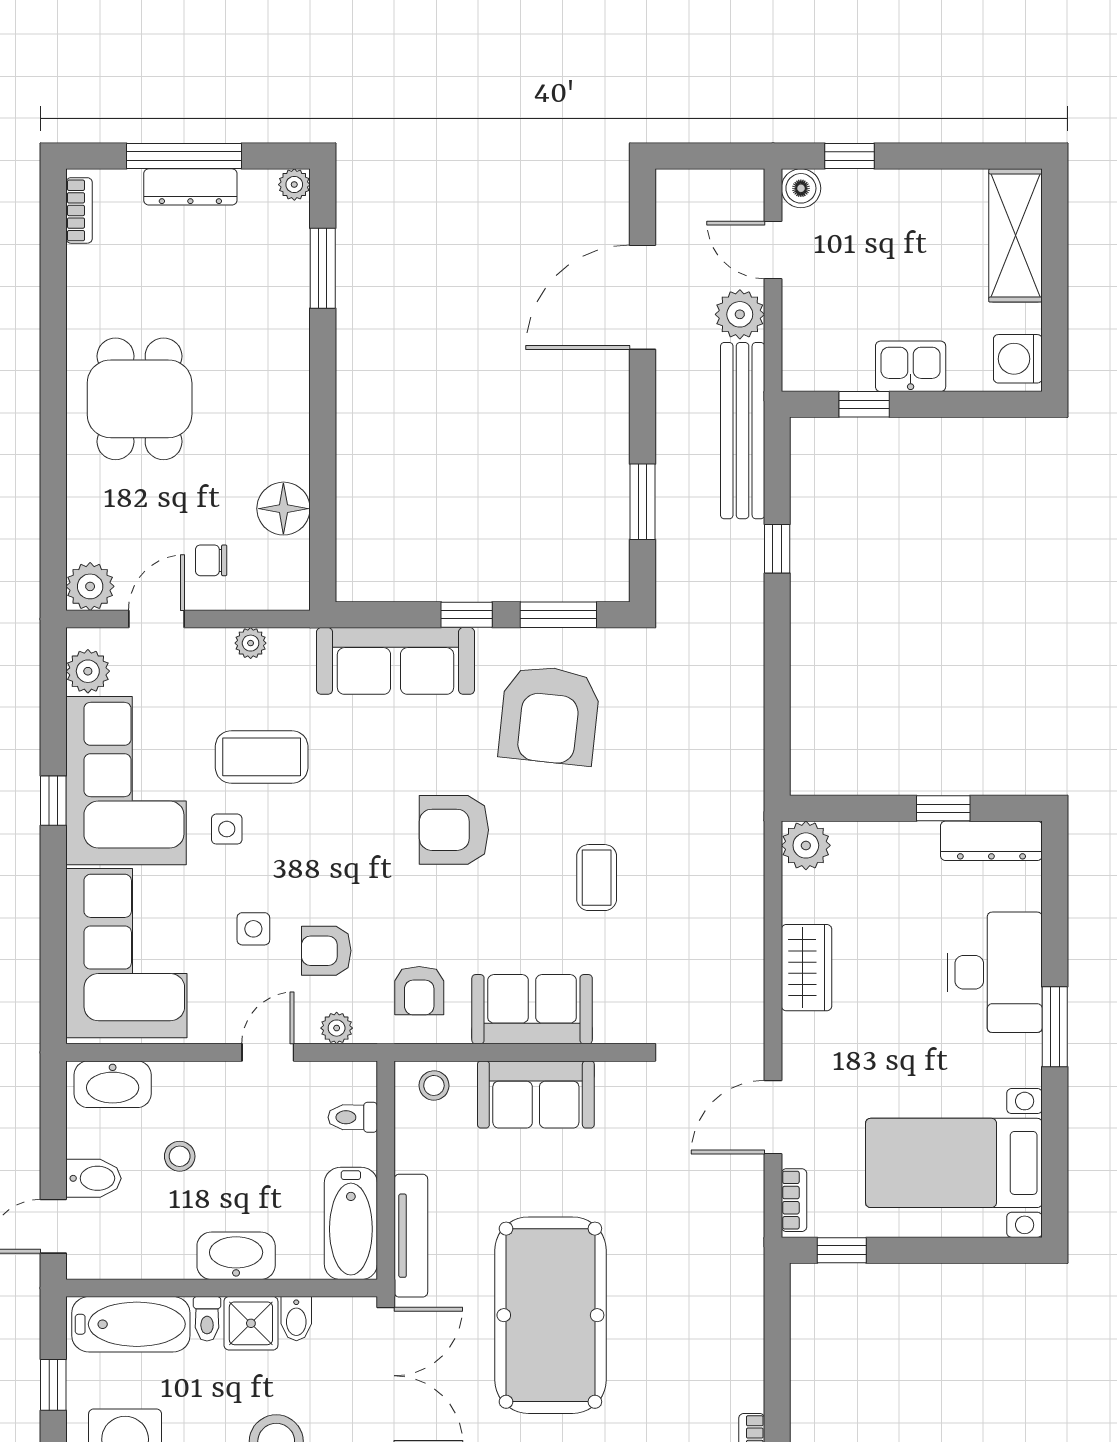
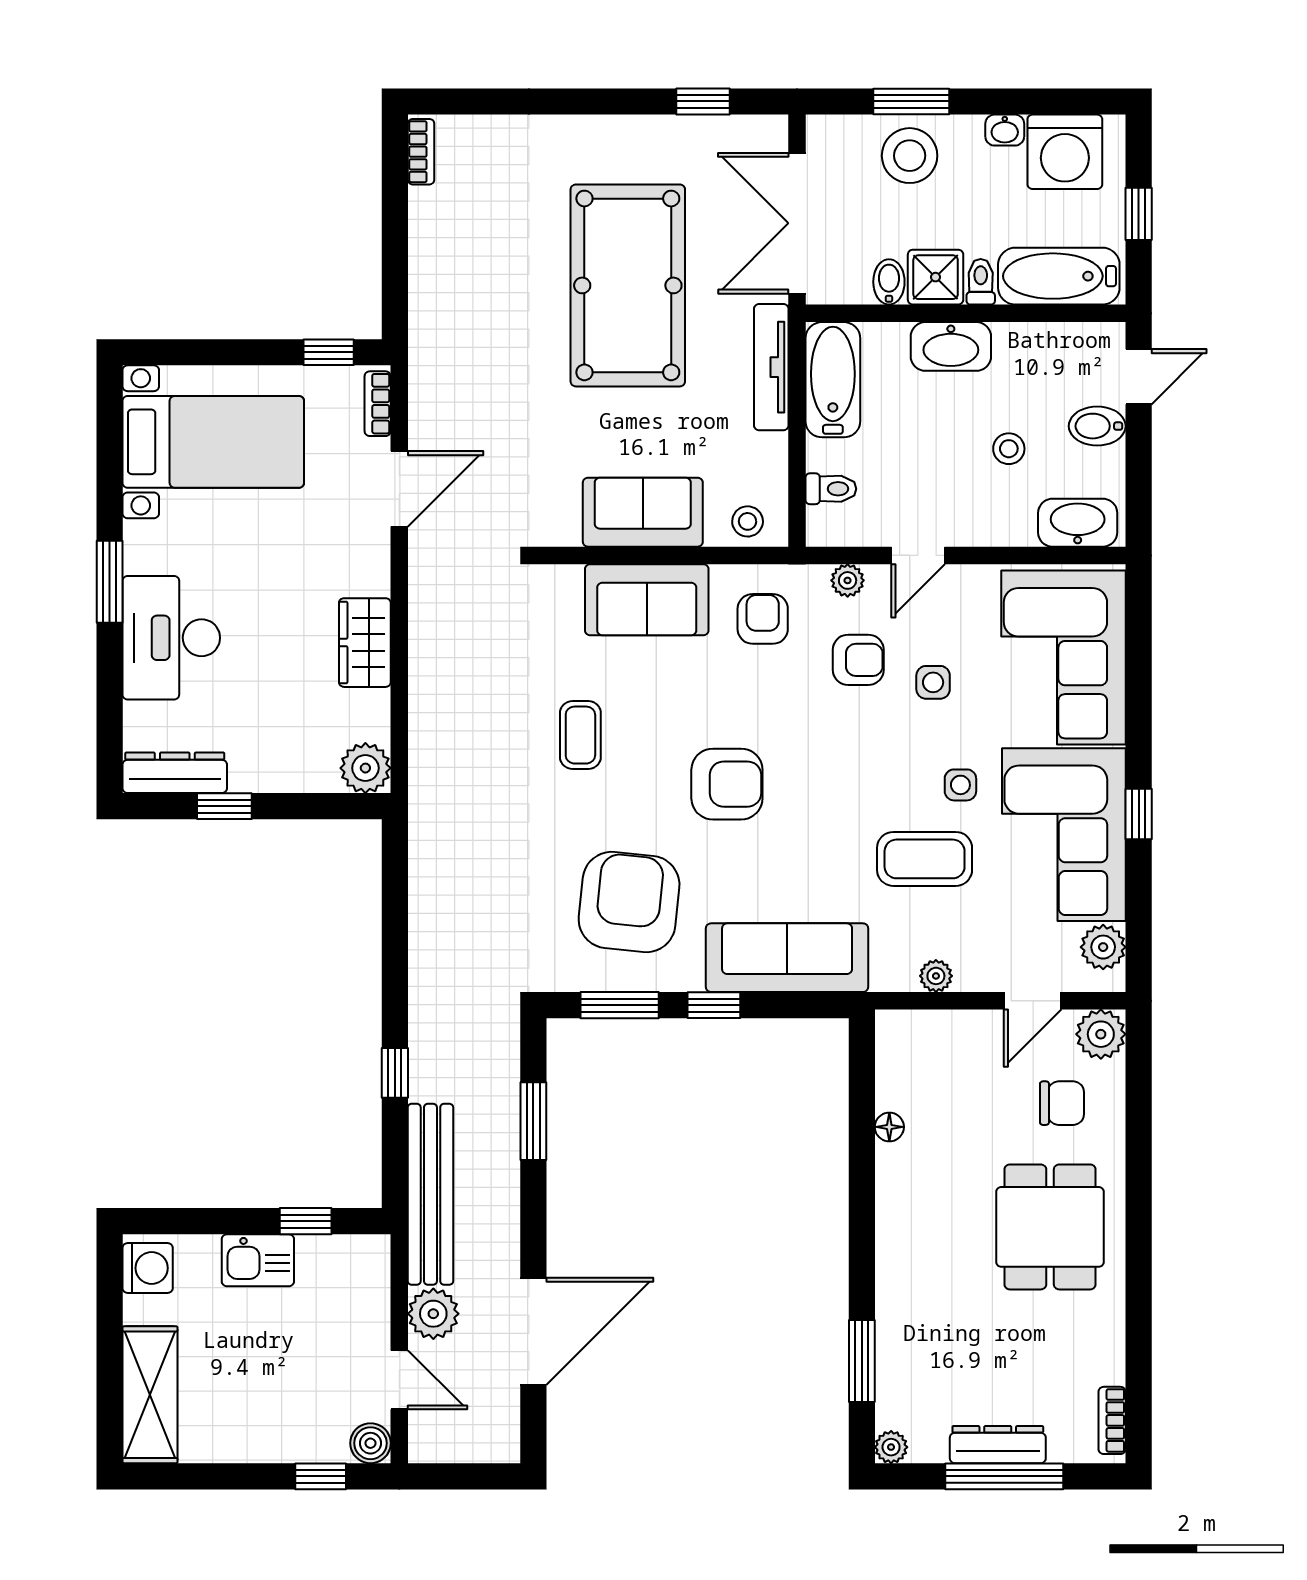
floor lamp: (283, 509) -> (889, 1127), width x0.53, depth x0.53
chair: (211, 560) -> (1062, 1103), moved, width x1.37, depth x1.37

